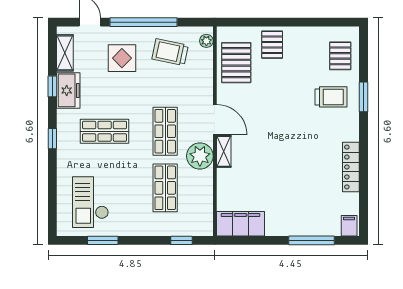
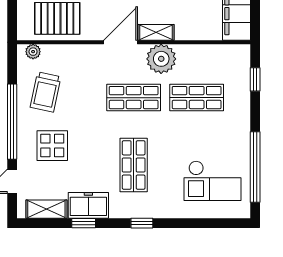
window: (103, 240) -> (255, 167), width x2.11

